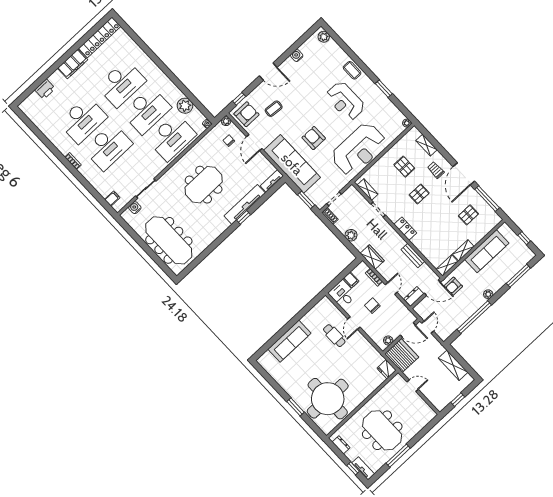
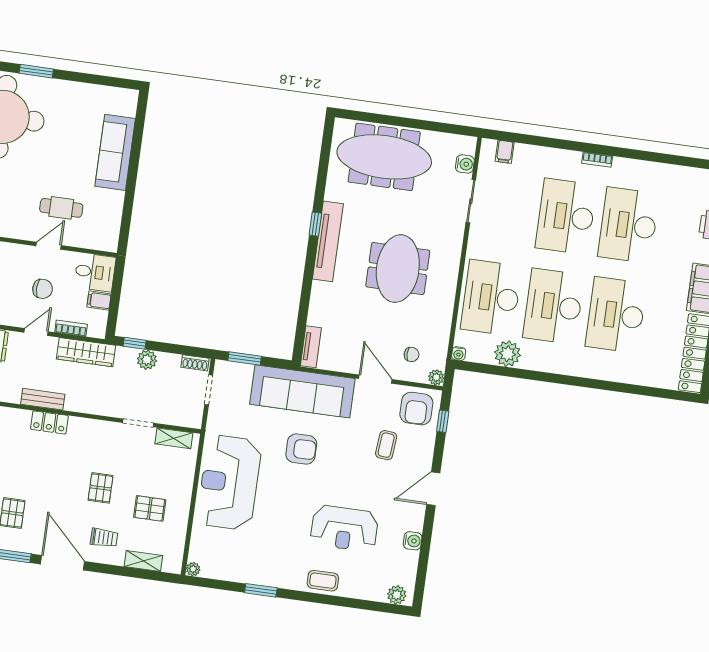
reception desk: (345, 101) -> (344, 528), moved, turned 180
tv unit: (245, 204) -> (328, 241), moved
window: (244, 217) -> (315, 224), moved
locker: (405, 229) -> (49, 422), moved
window: (351, 247) -> (135, 343), added
wardrobe: (372, 257) -> (86, 352), width x1.50
door: (391, 288) -> (36, 332), swing flipped
door: (354, 323) -> (49, 246), hinge flipped

